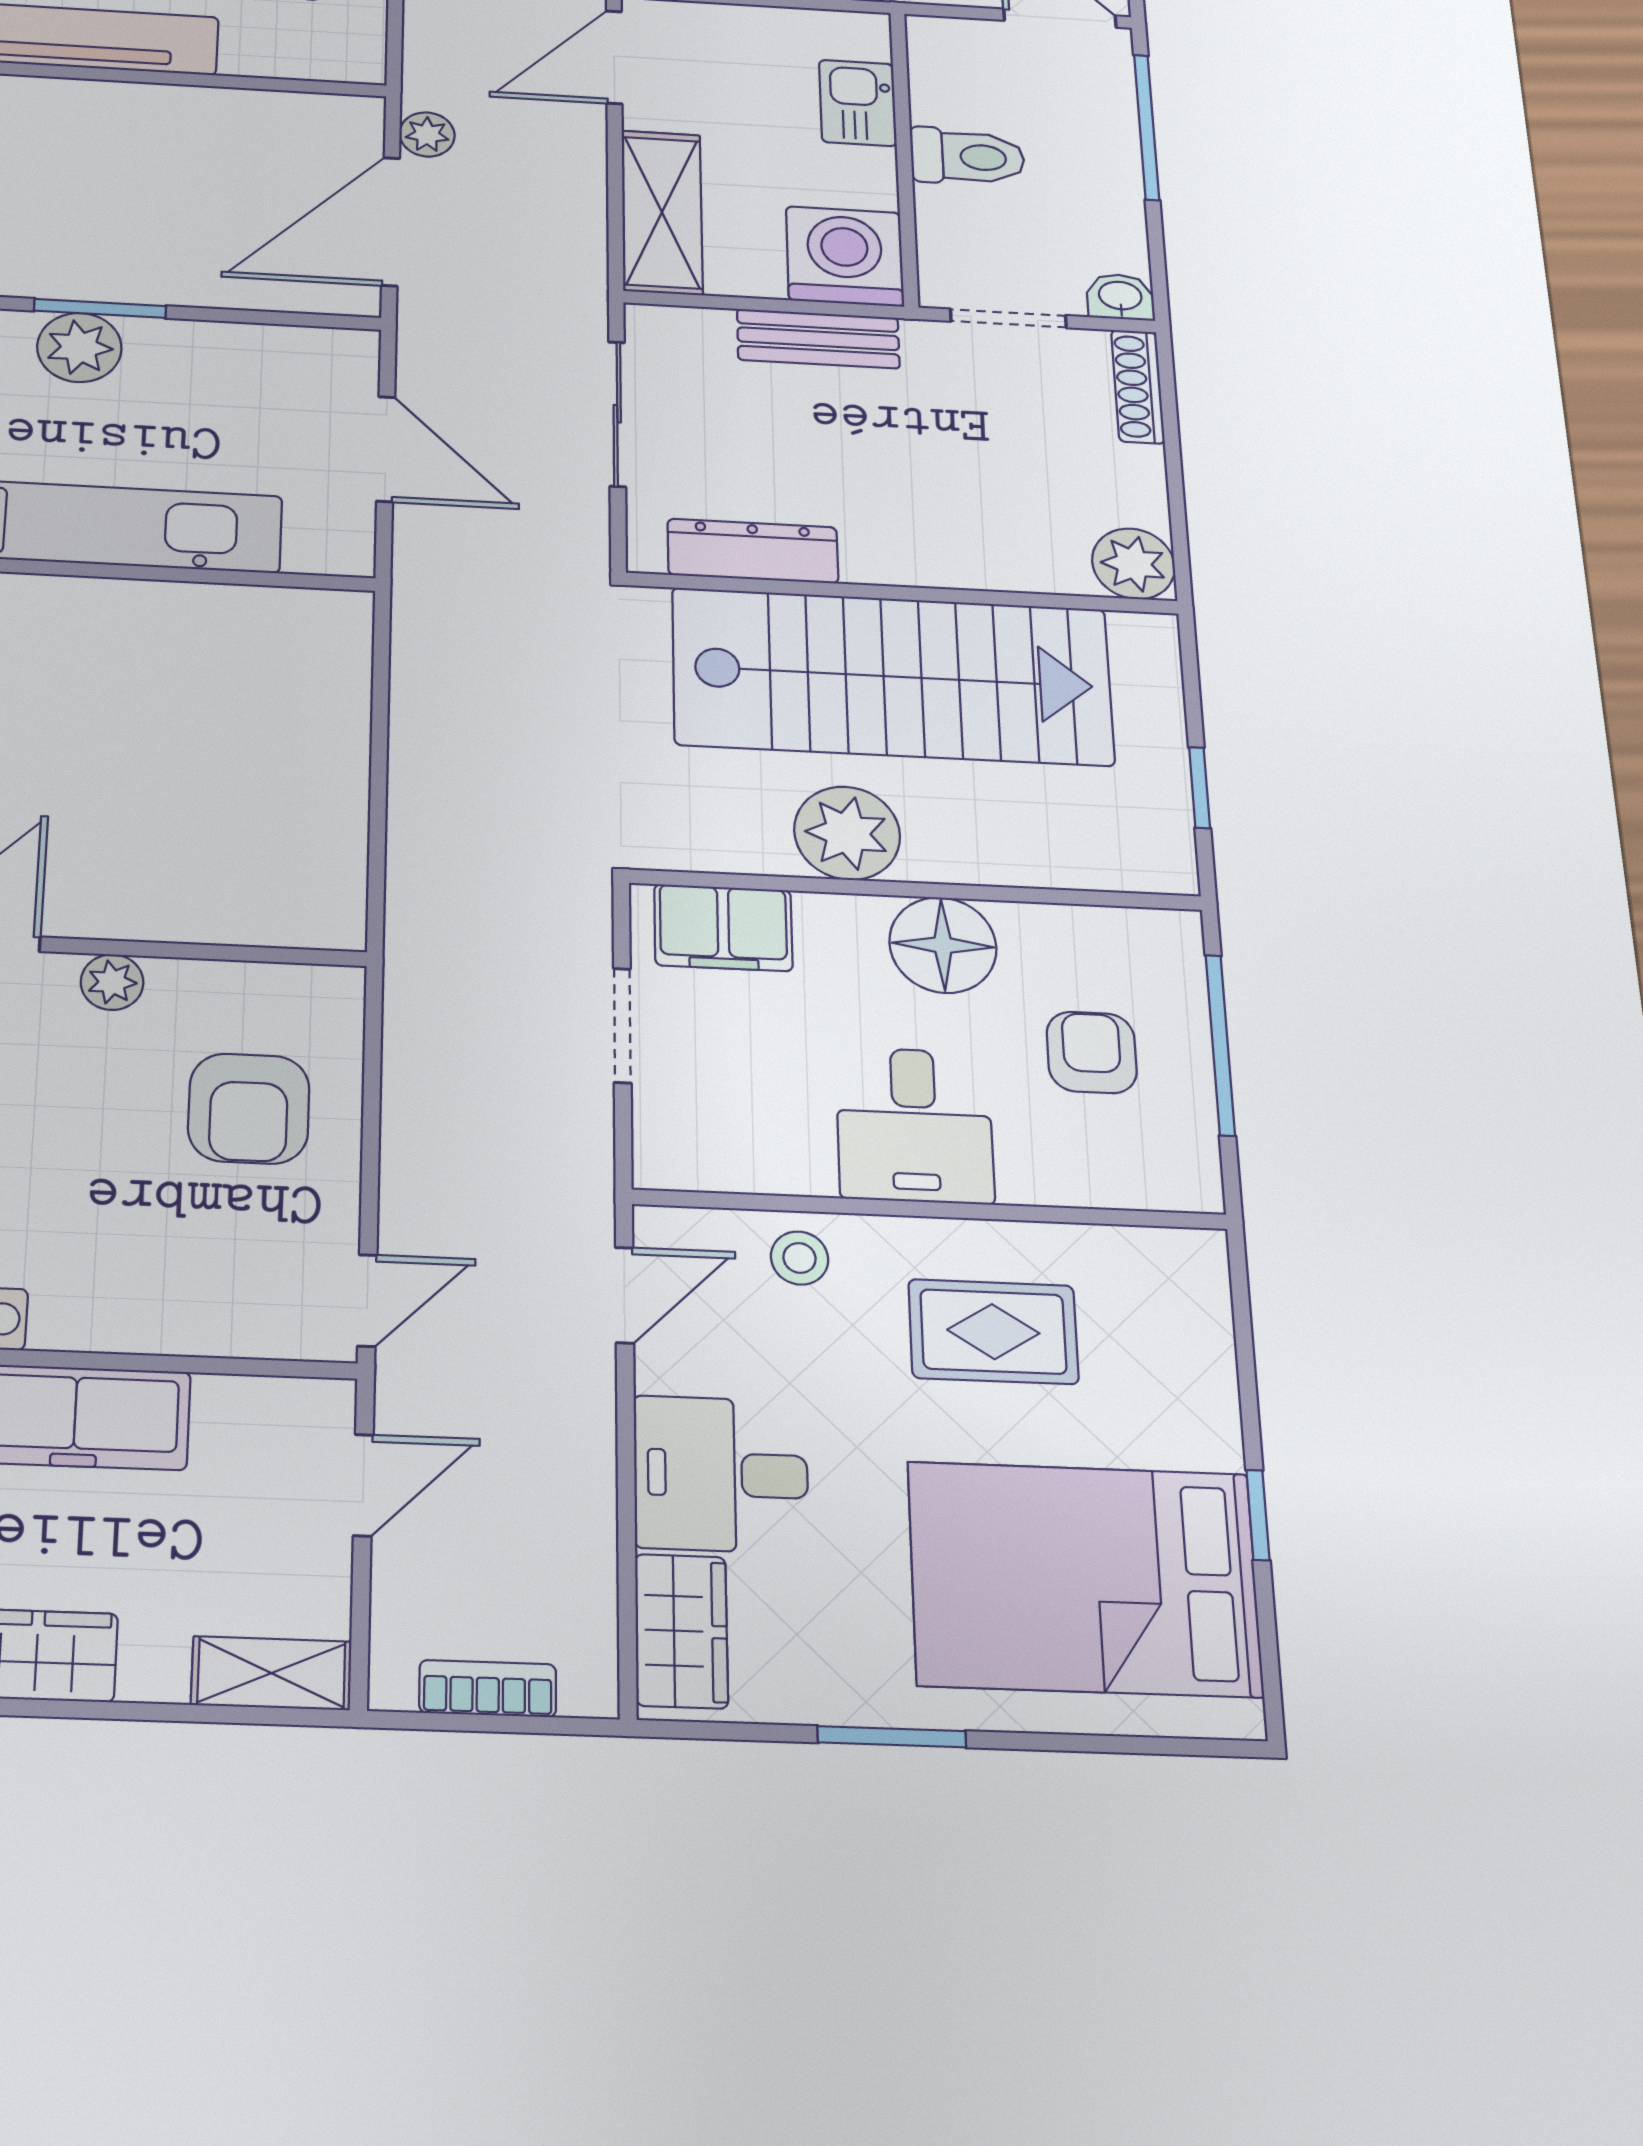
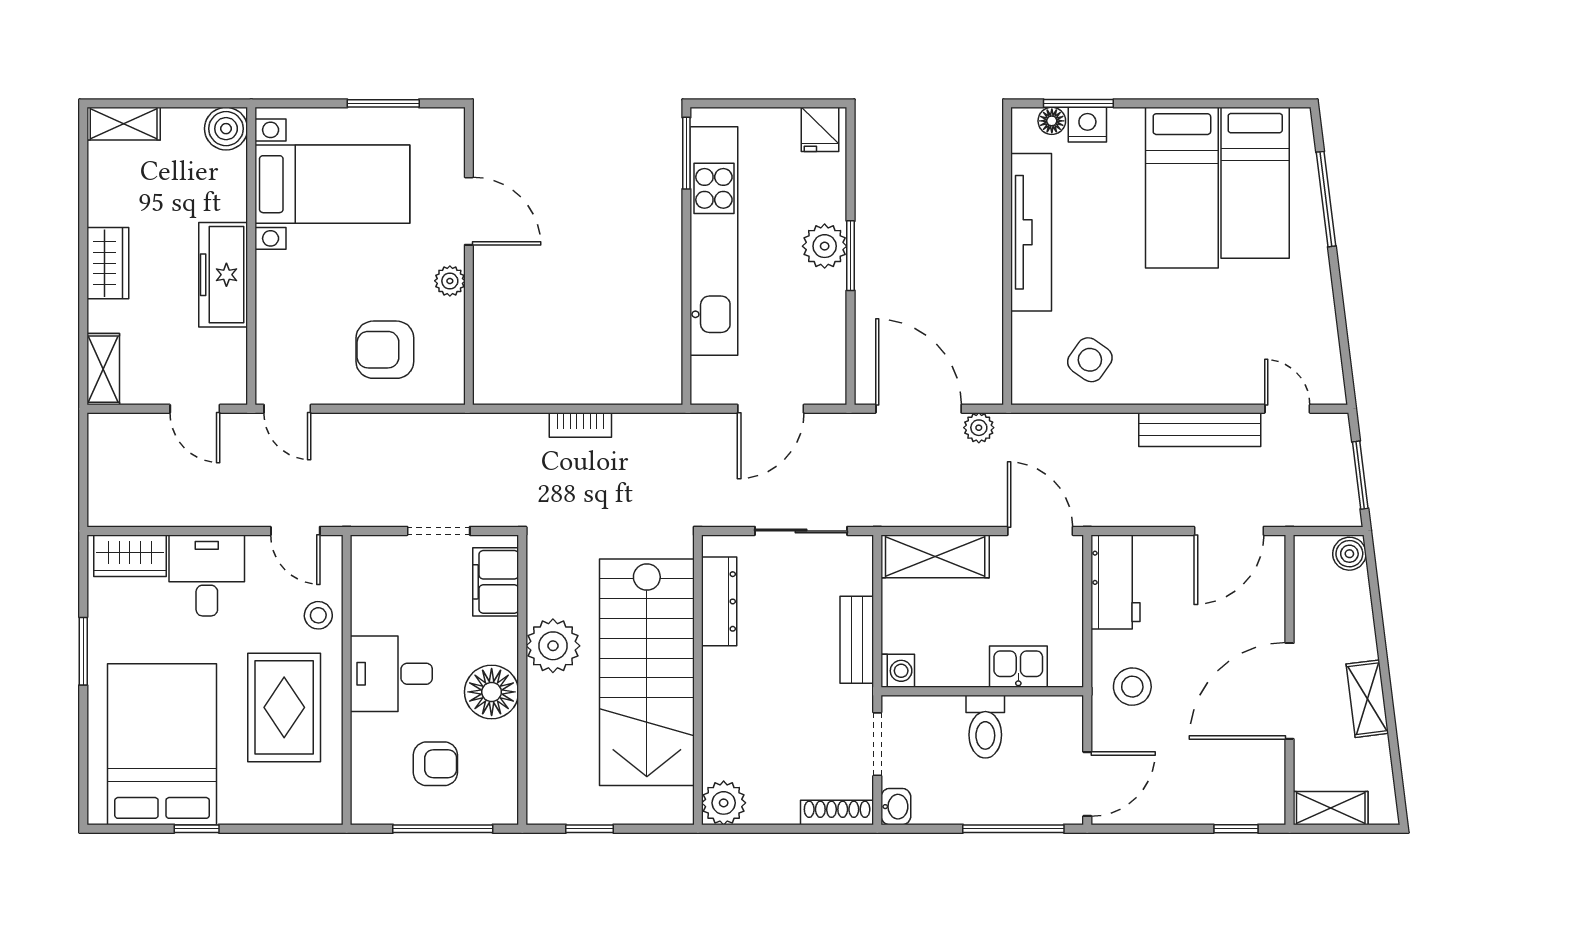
washing machine: (845, 256) -> (898, 671), width x0.53, depth x0.53
rug: (993, 1332) -> (284, 707), width x1.36, depth x1.43
bookcase: (488, 1689) -> (580, 425), moved, turned 90

